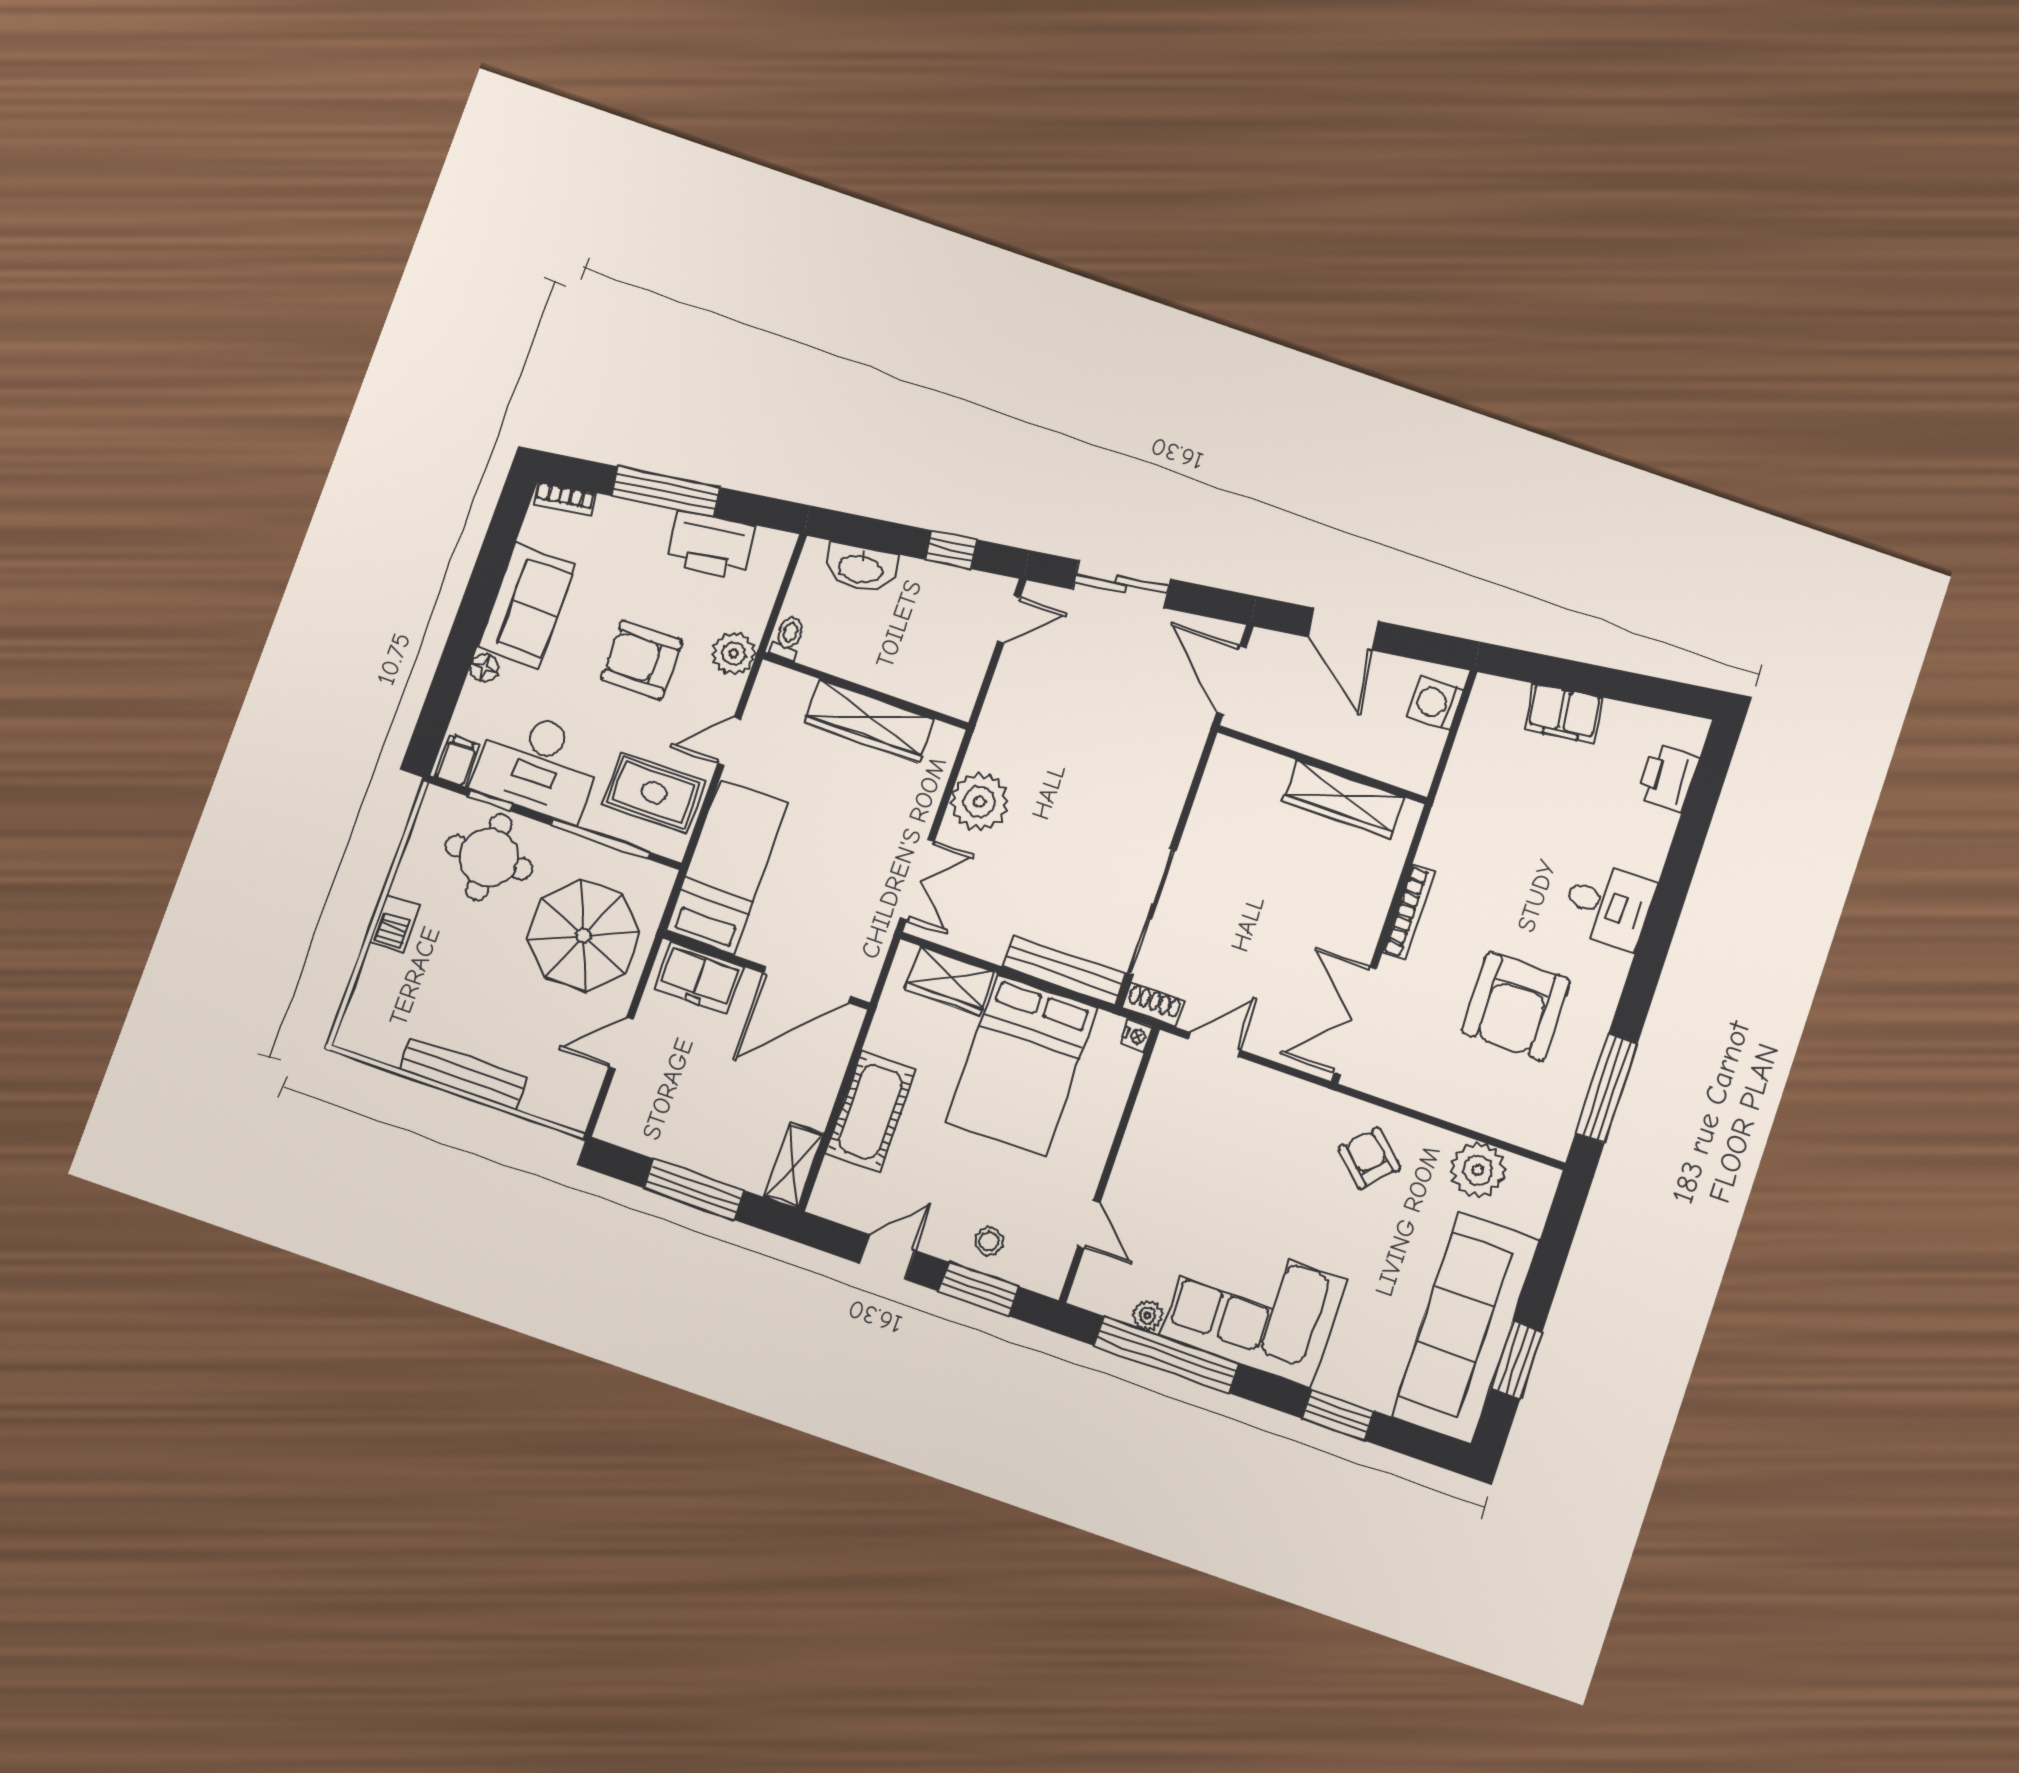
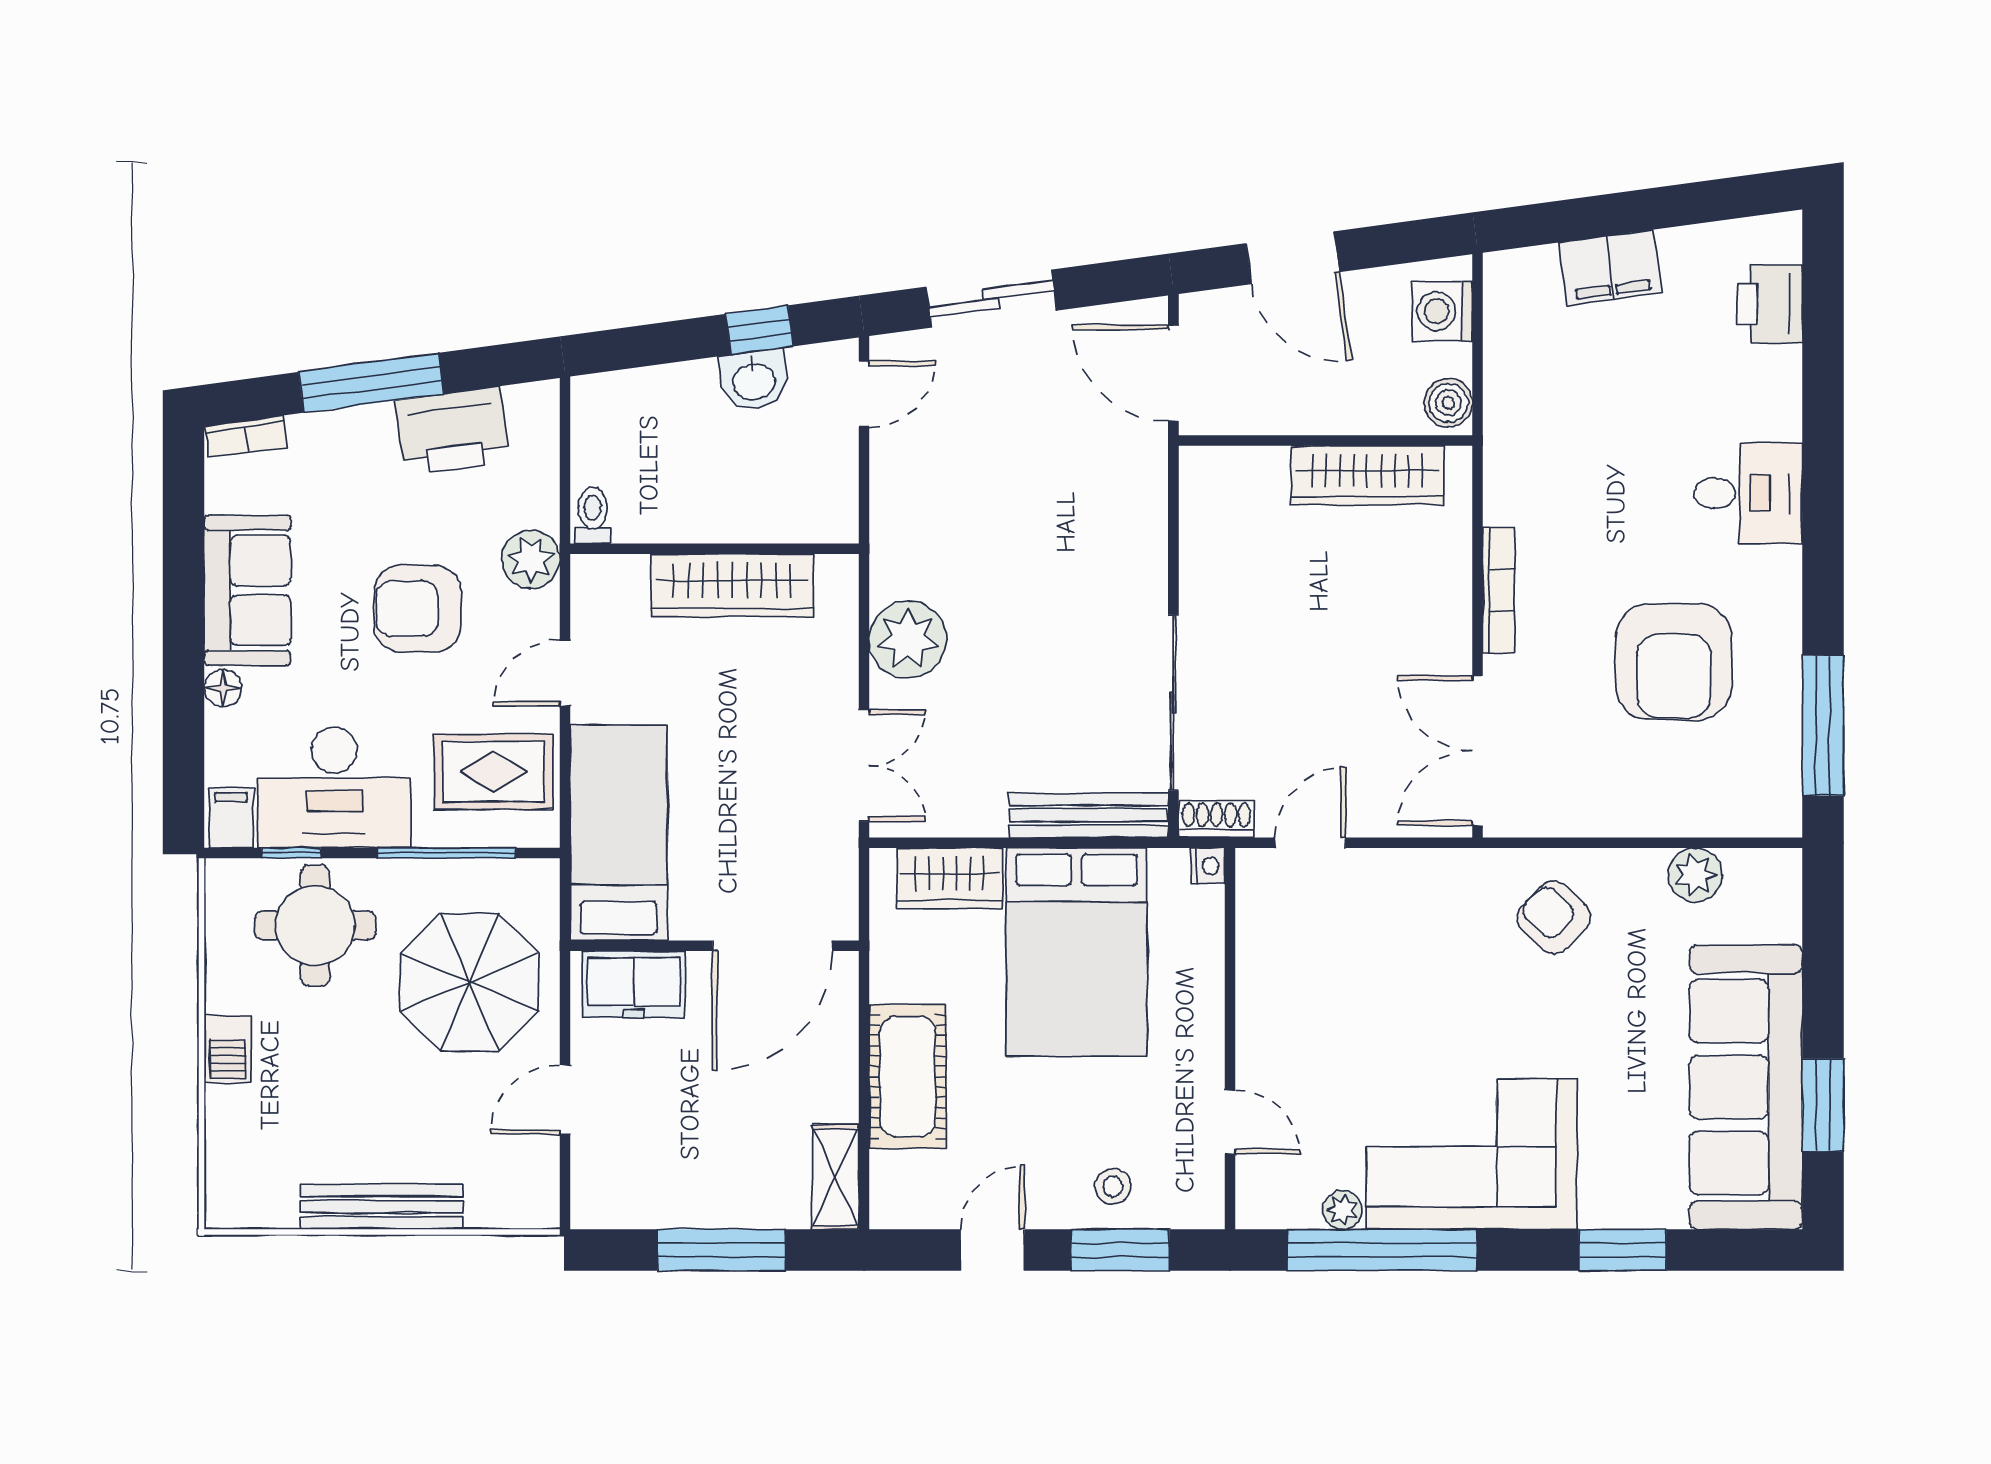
washbasin: (860, 568) -> (754, 380), moved, width x0.72
boiler: (1418, 768) -> (1448, 403), added
plant: (1478, 1170) -> (1695, 875), width x0.73, depth x0.73

